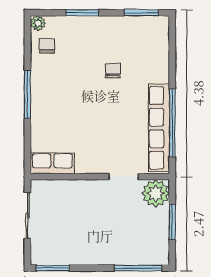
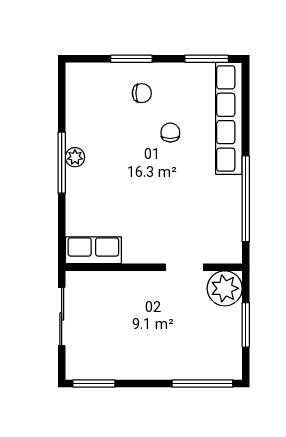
plant: (38, 23) -> (75, 157), moved
chair: (47, 46) -> (142, 93), moved, turned 90
row of seats: (159, 128) -> (229, 118), moved

